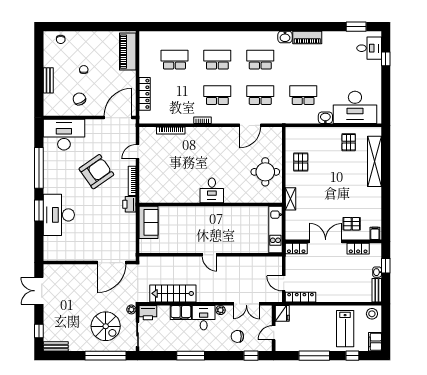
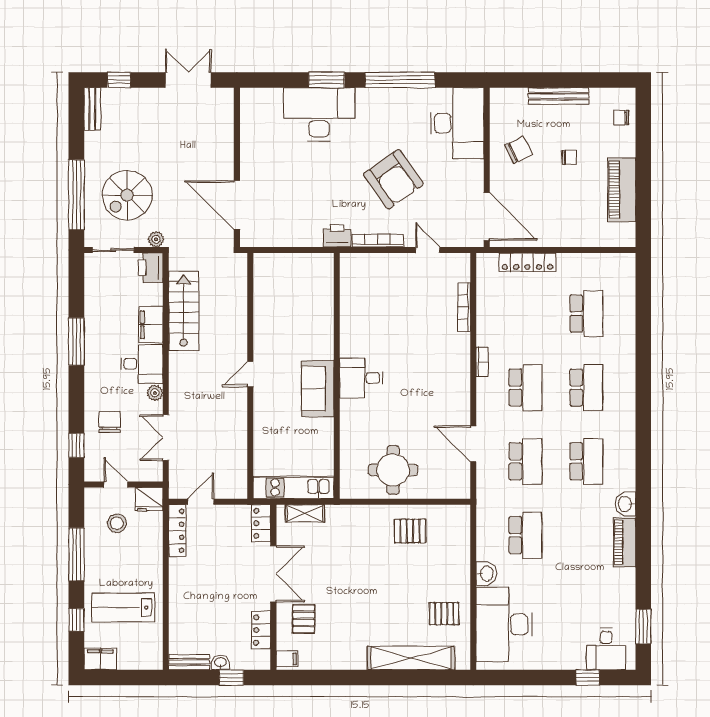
piano: (128, 52) -> (622, 190), moved, turned -90
bench: (48, 80) -> (559, 96), width x1.36
shelving: (290, 199) -> (305, 513), moved
sofa: (149, 222) -> (318, 389), moved, turned 90
stool: (372, 314) -> (117, 523), moved

